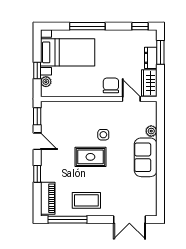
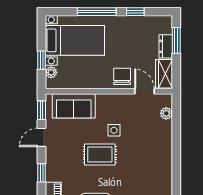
window: (140, 26) -> (135, 12), moved
plant: (151, 131) -> (166, 113), moved
door: (37, 141) -> (42, 137), swing flipped
sofa: (146, 157) -> (74, 106), moved, turned -90

